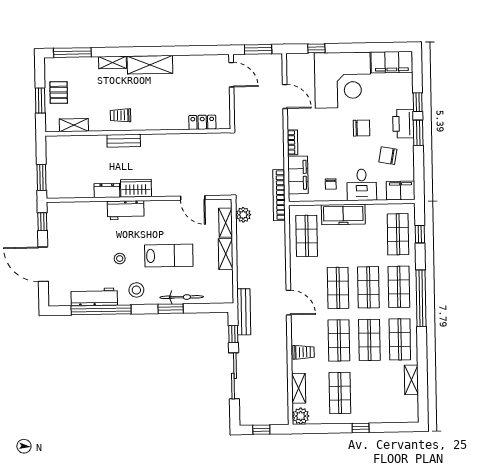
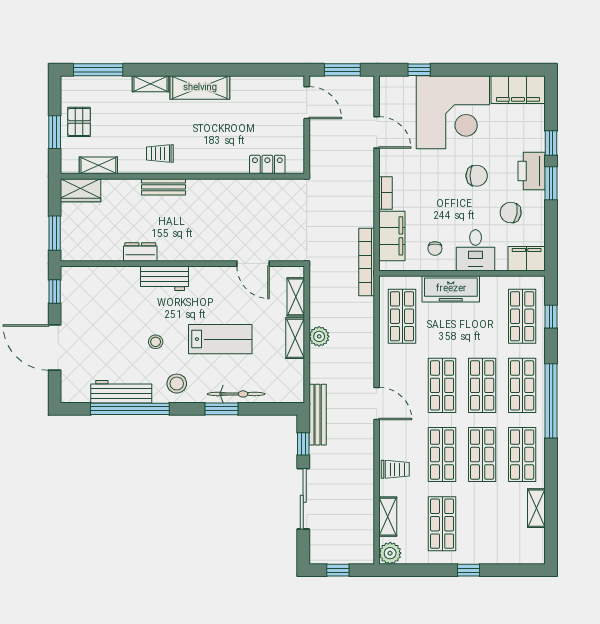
wardrobe: (136, 188) -> (81, 190), moved, turned 180
plant: (243, 215) -> (319, 336), moved

